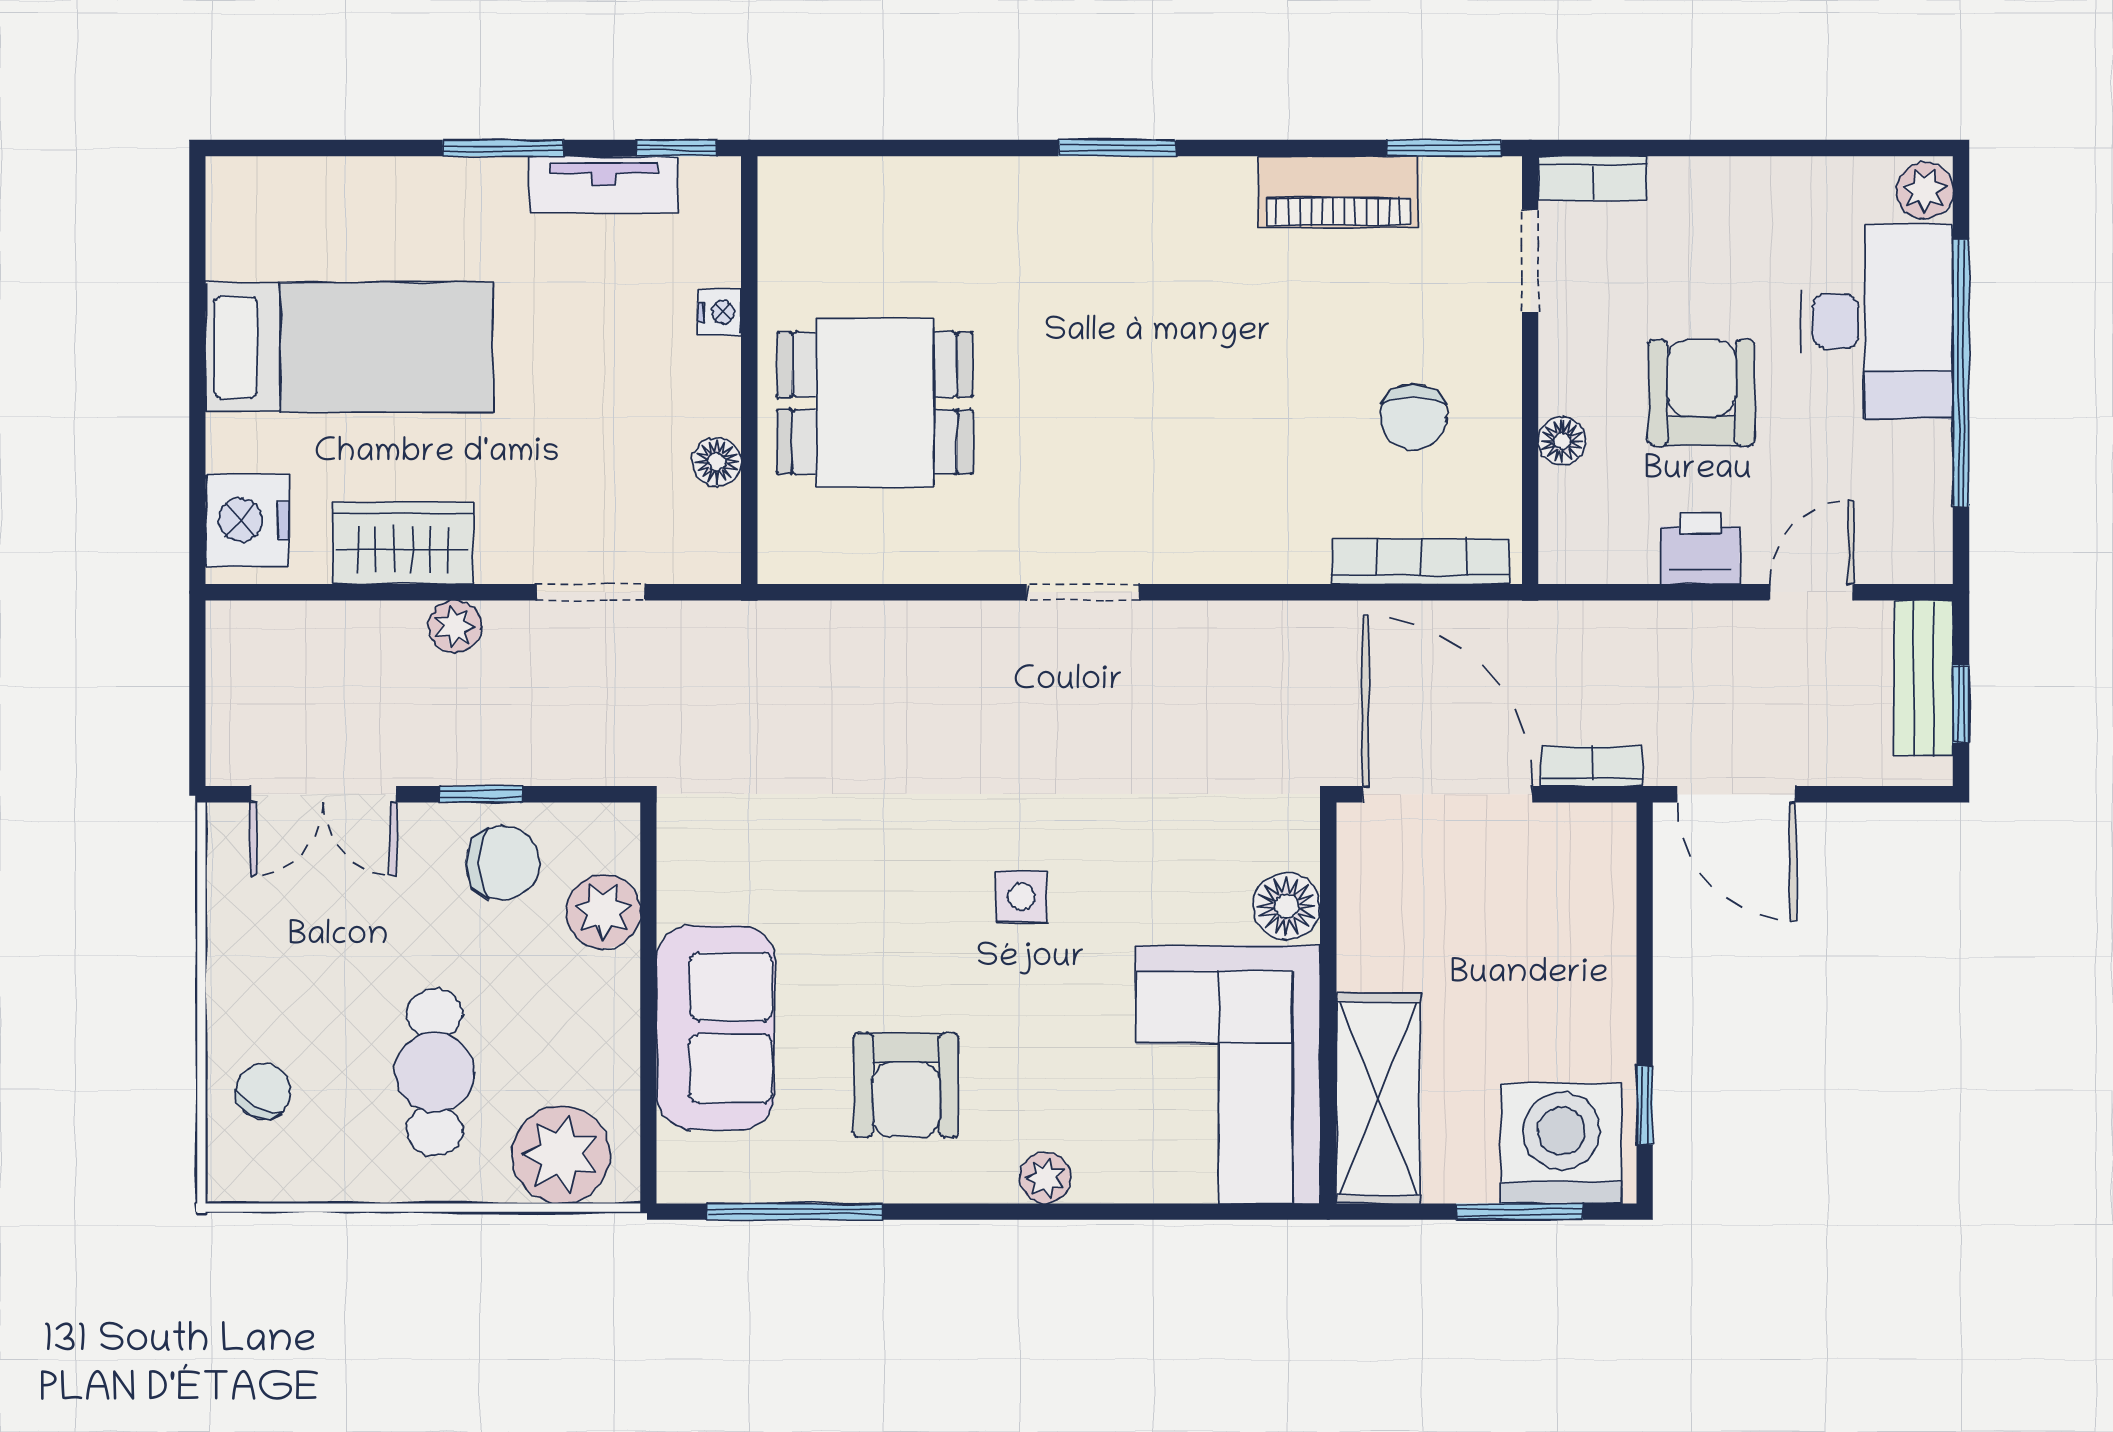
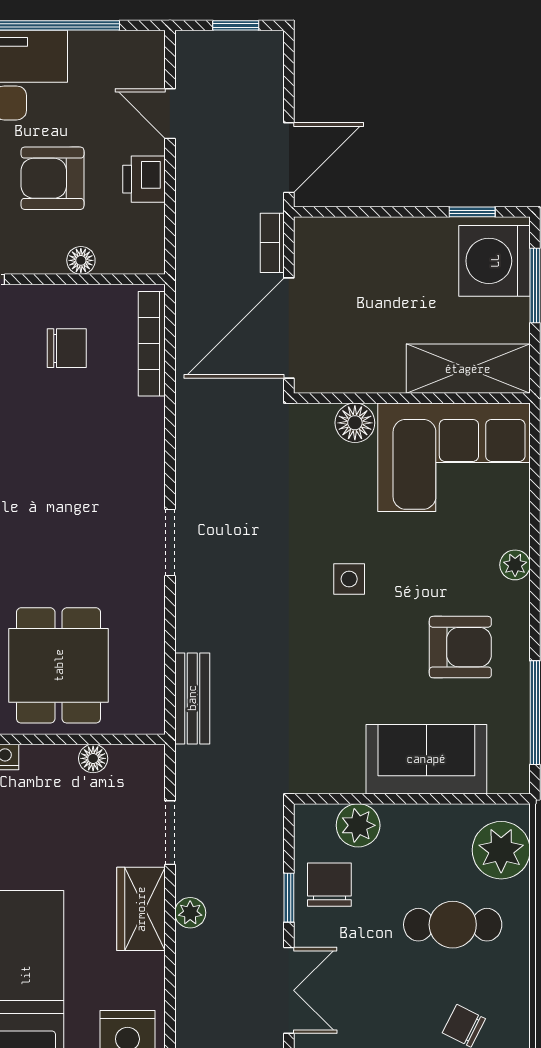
wardrobe: (403, 543) -> (141, 909), moved
bench: (1923, 678) -> (192, 698), moved, turned 90

